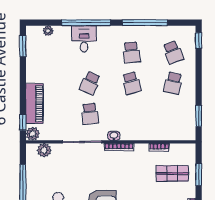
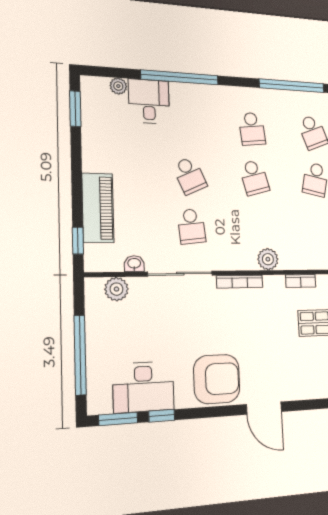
window: (145, 23) -> (292, 86), moved
desk: (84, 39) -> (149, 101), moved
school desk: (90, 83) -> (190, 176), turned -48
plant: (33, 134) -> (268, 259), moved
washbasin: (114, 136) -> (134, 264), moved

